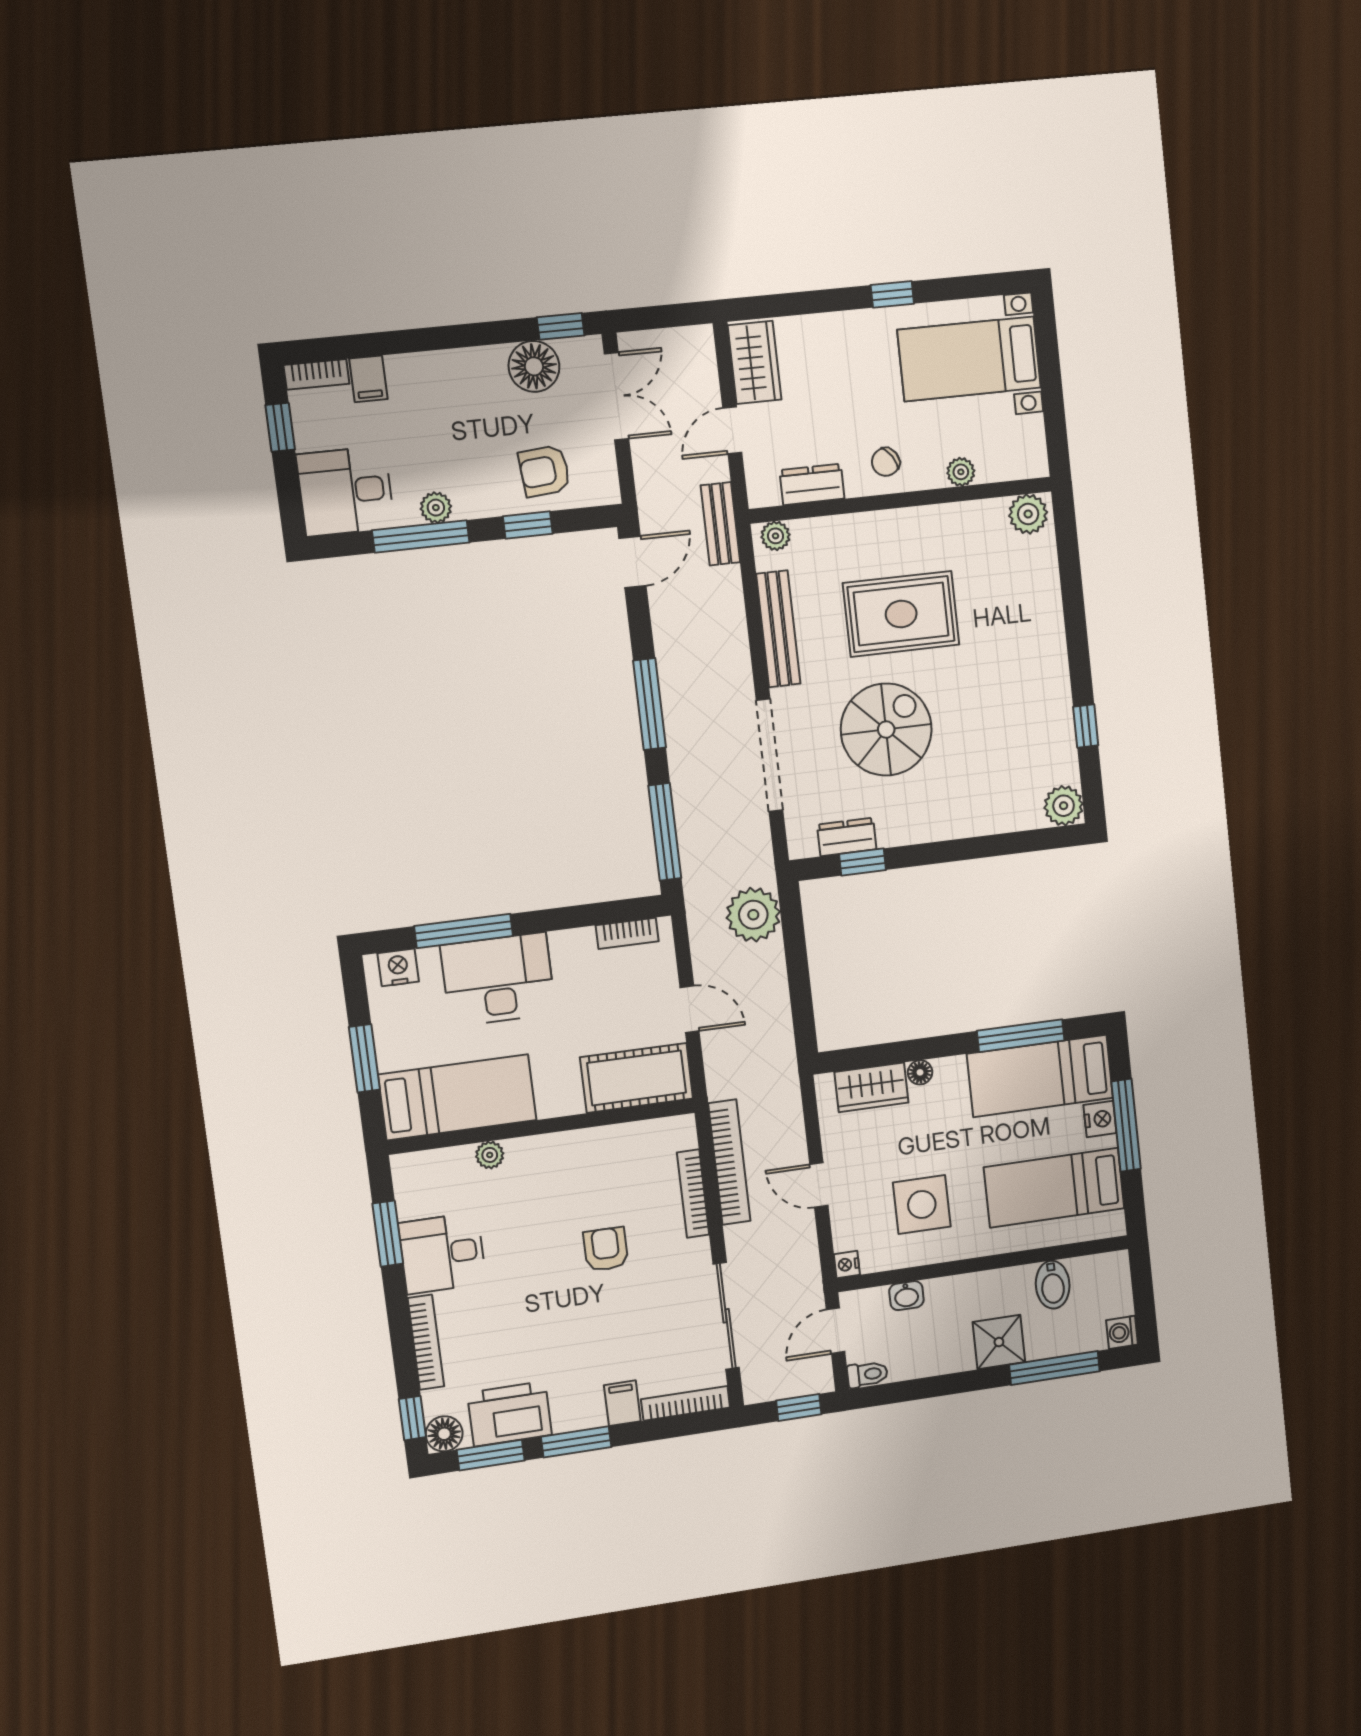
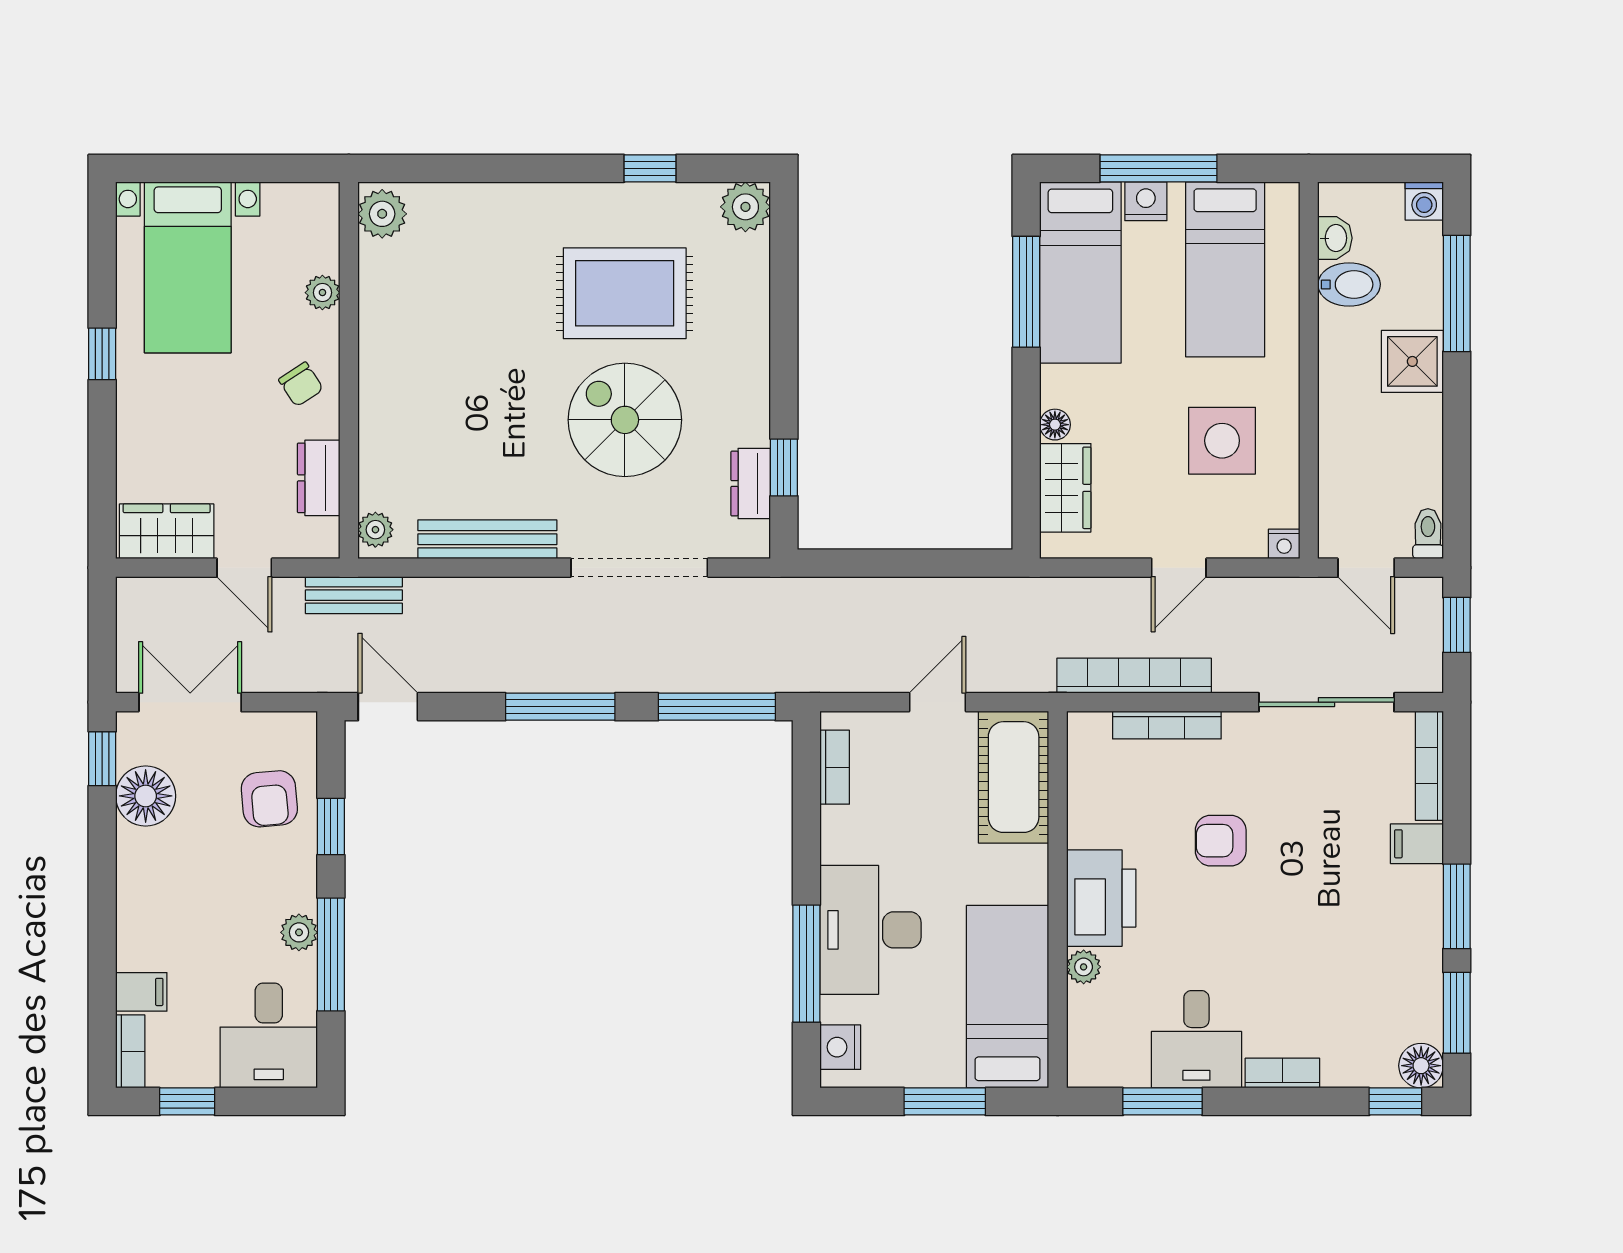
rug: (901, 614) -> (625, 293), moved, turned 90
plant: (753, 915) -> (832, 610), removed
washbasin: (906, 1296) -> (1335, 238), moved
bookcase: (426, 1342) -> (1282, 1073), width x0.64
printer: (510, 1414) -> (1101, 898), moved, turned 180

